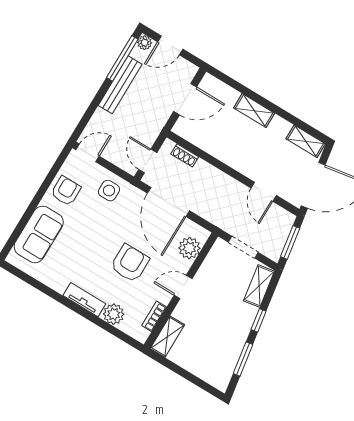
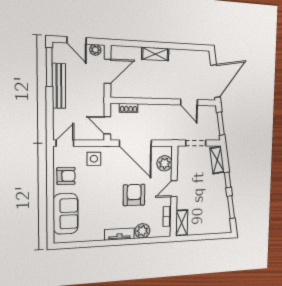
plant: (145, 43) -> (95, 50), moved
door: (170, 45) -> (77, 40), hinge flipped
shelving: (306, 141) -> (197, 56), removed
armchair: (66, 191) -> (66, 176), turned 90

